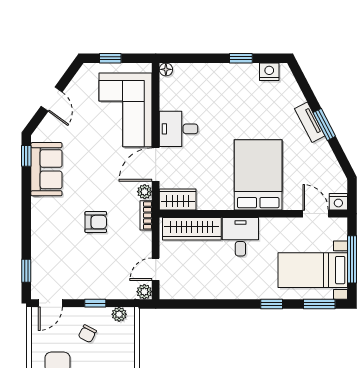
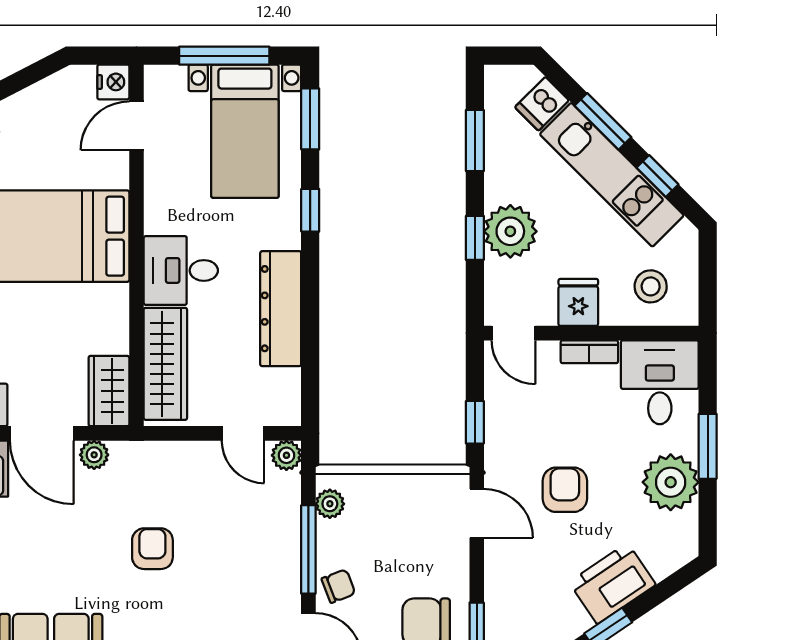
bookcase: (146, 215) -> (140, 452), removed
dresser: (221, 289) -> (281, 309), added
window: (95, 303) -> (308, 549), width x2.17
chair: (87, 334) -> (338, 586), moved, turned -48

